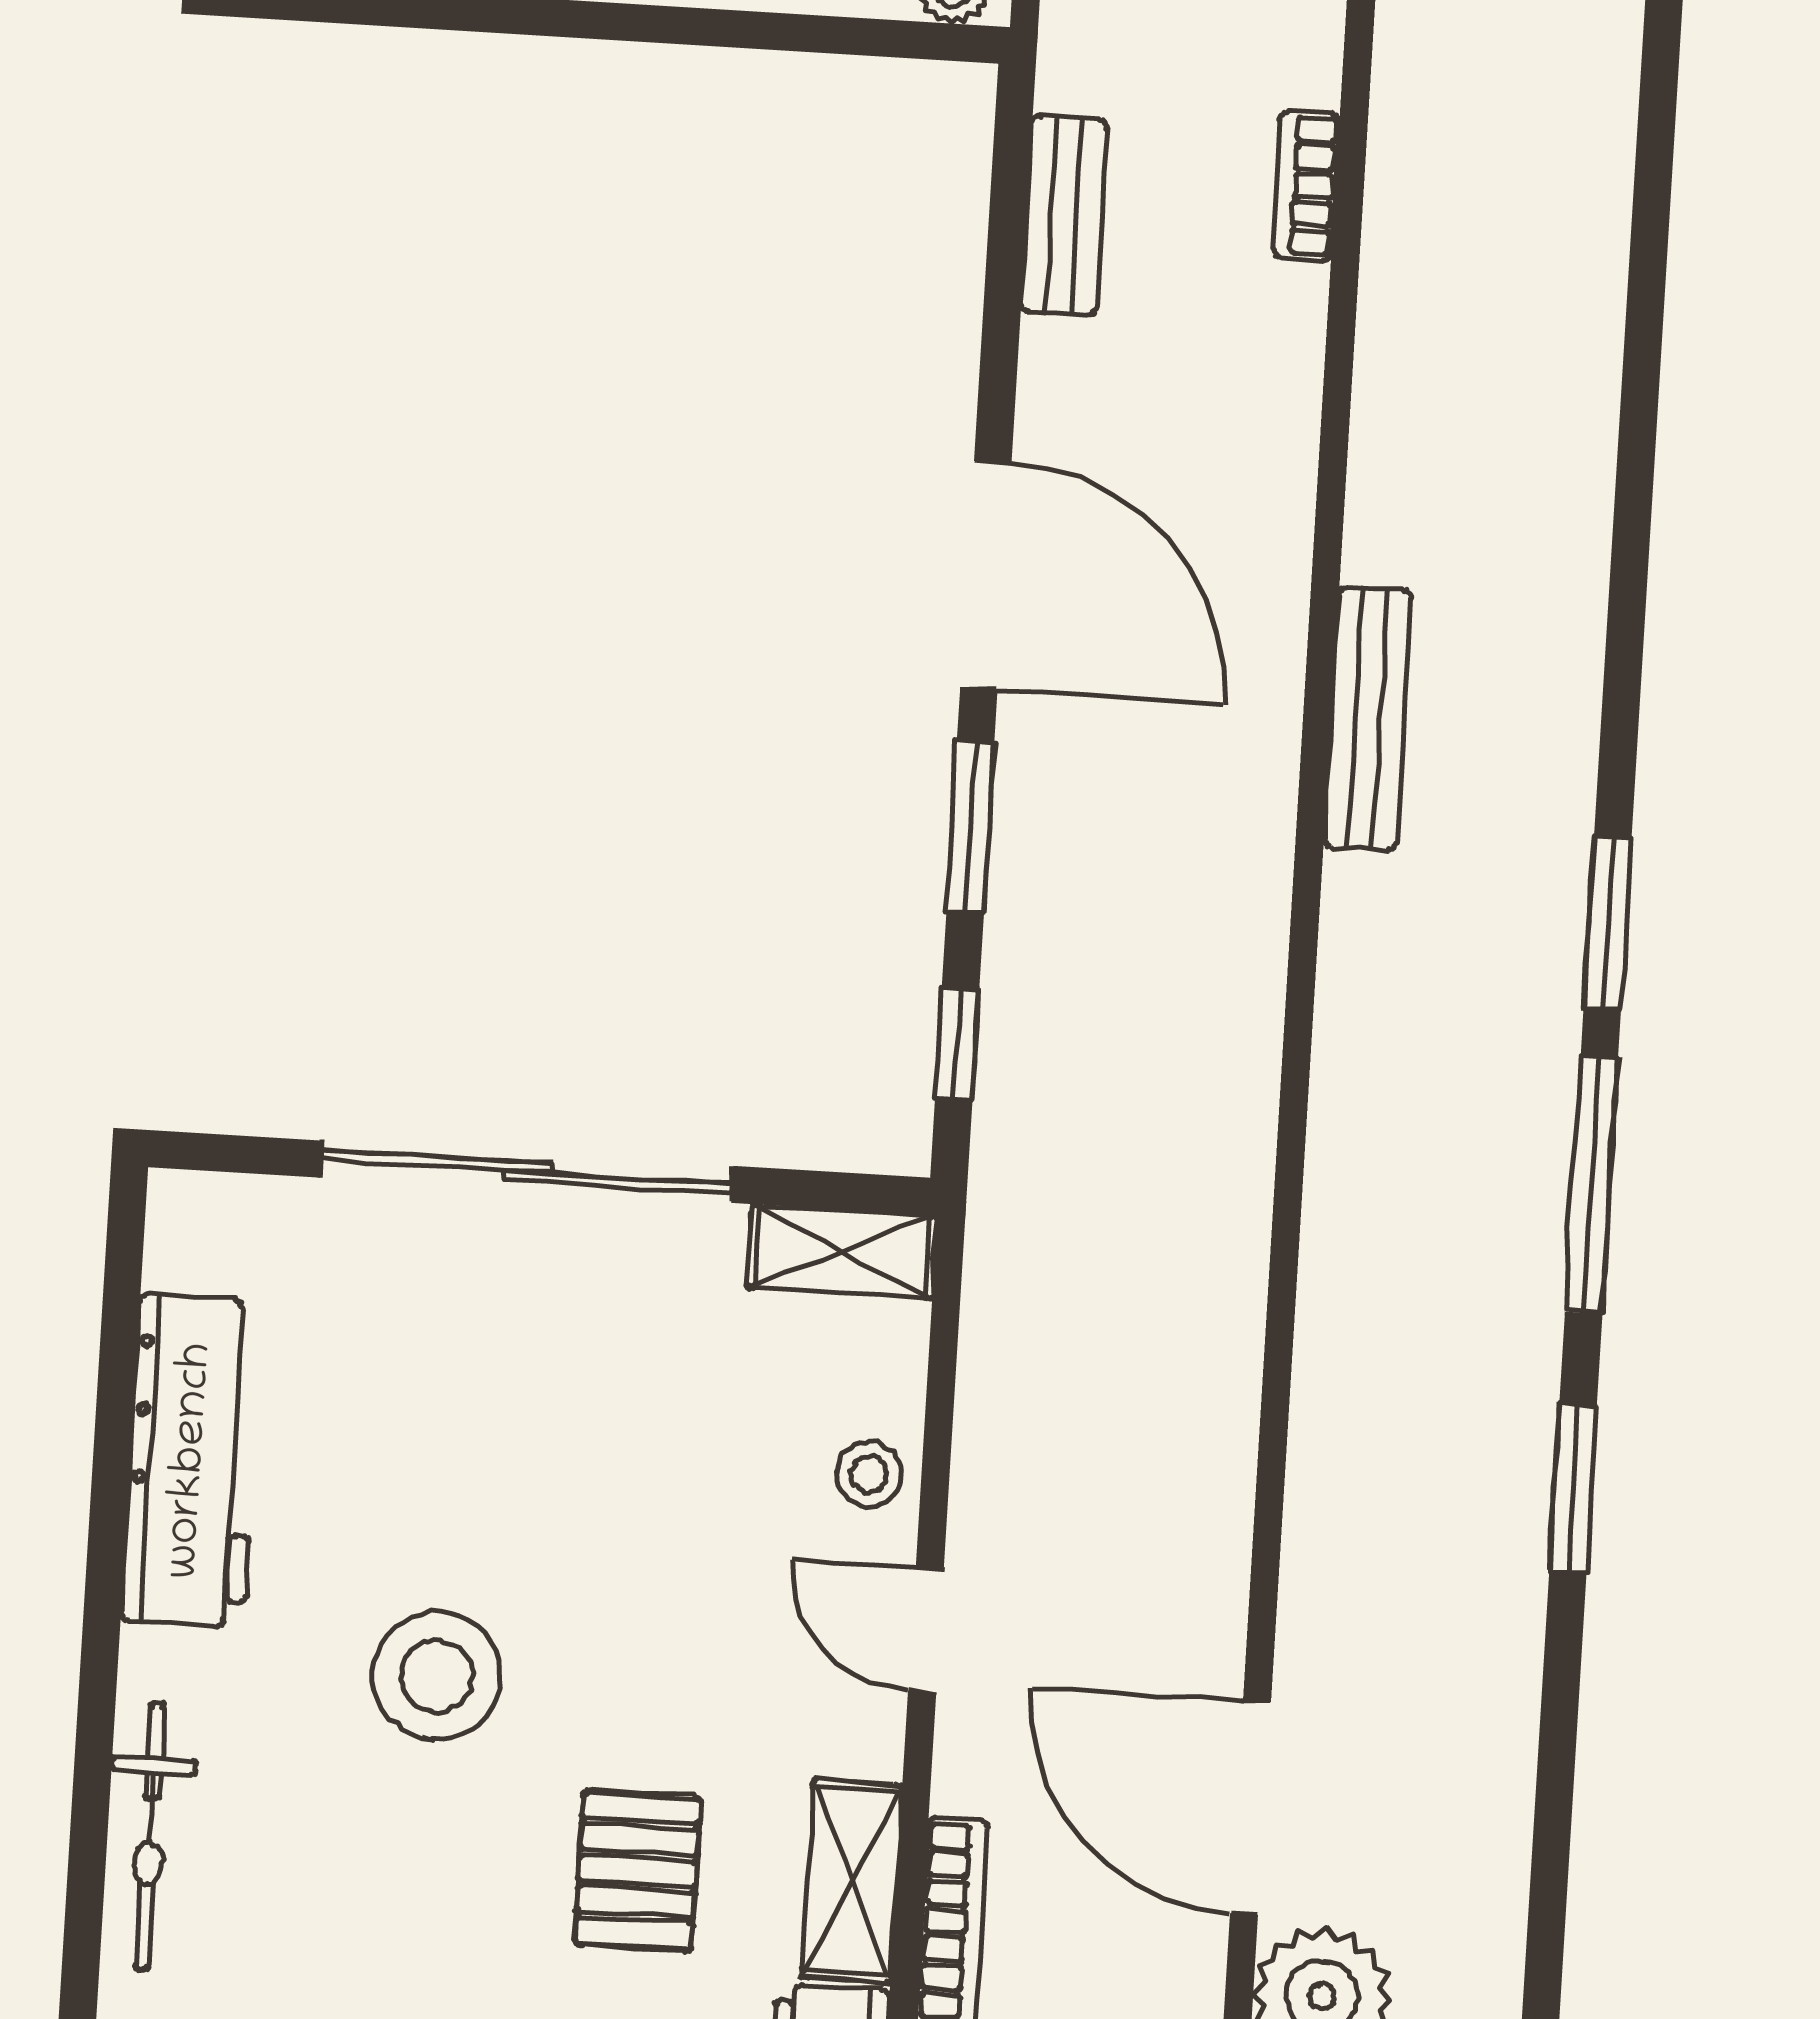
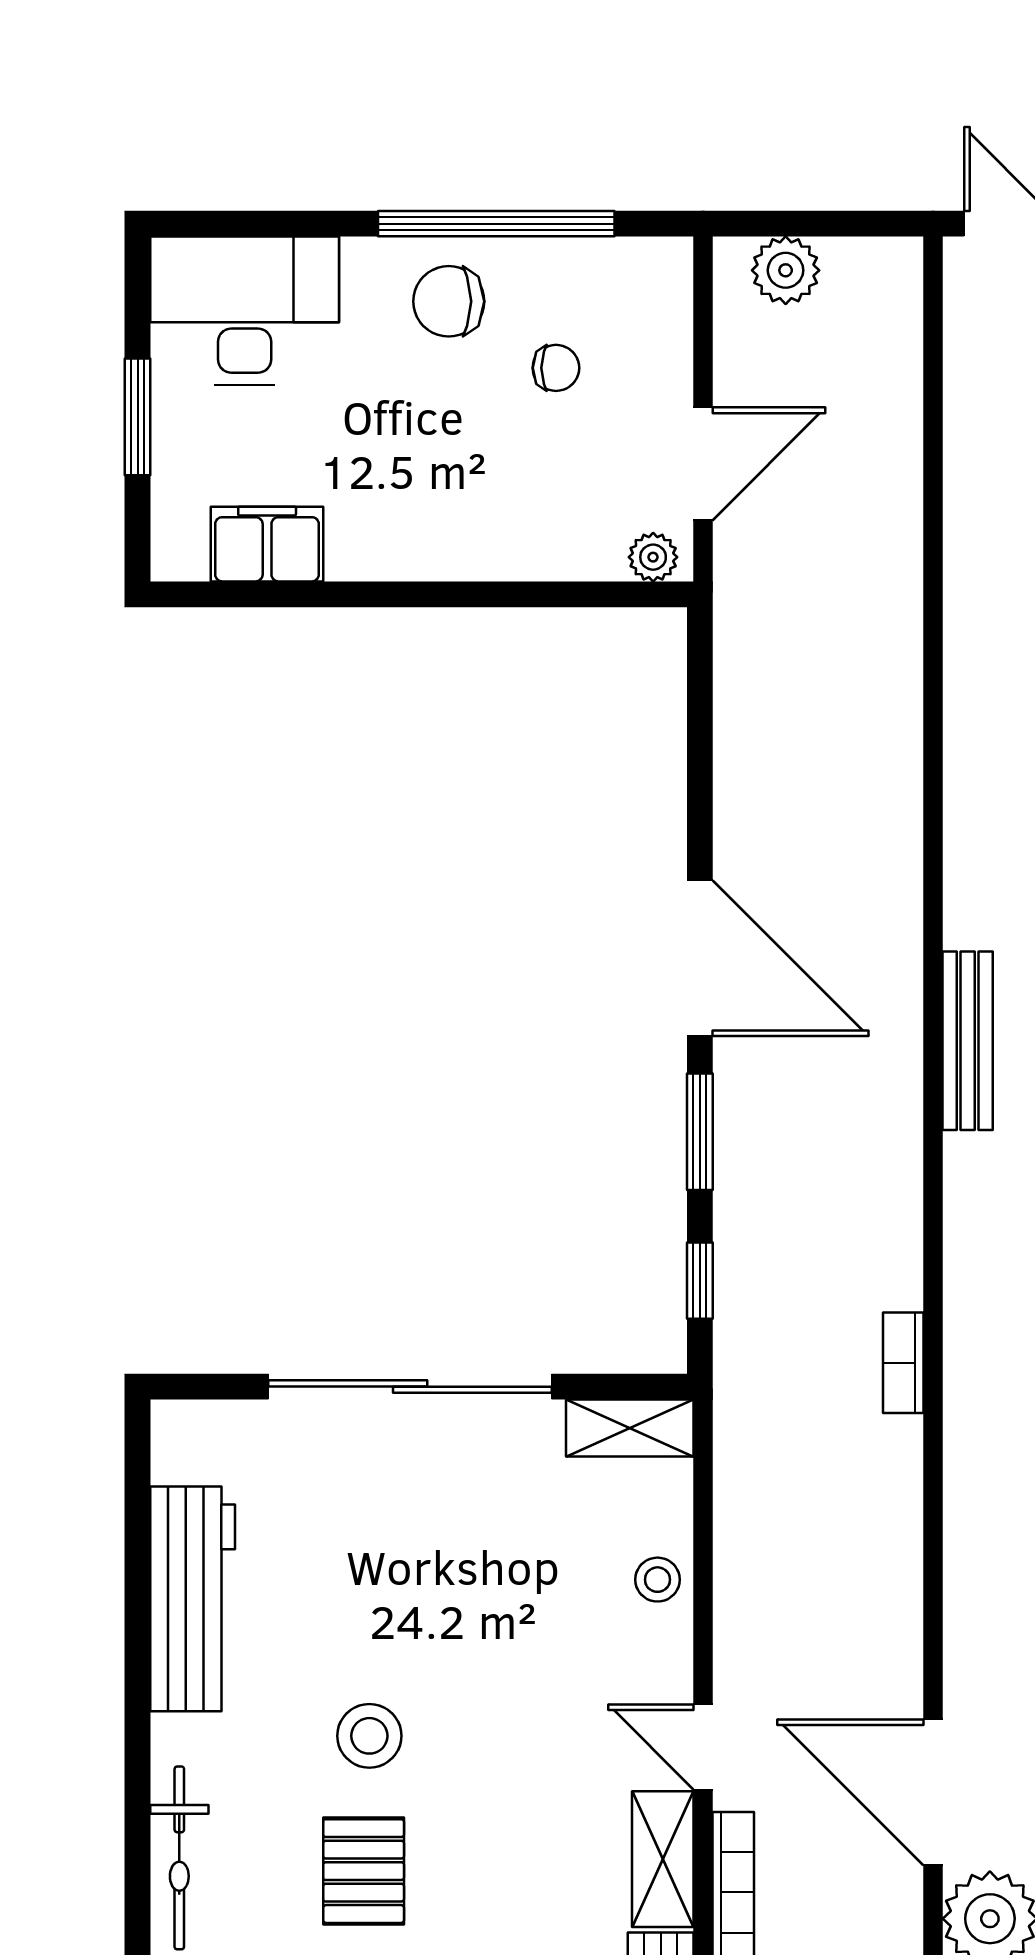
bookcase: (1306, 185) -> (903, 1363), moved
bench: (1064, 216) -> (738, 709), removed
door: (926, 1630) -> (703, 1747), moved
stool: (437, 1676) -> (369, 1736), width x0.73, depth x0.73
pallet: (638, 1871) -> (364, 1871), moved

